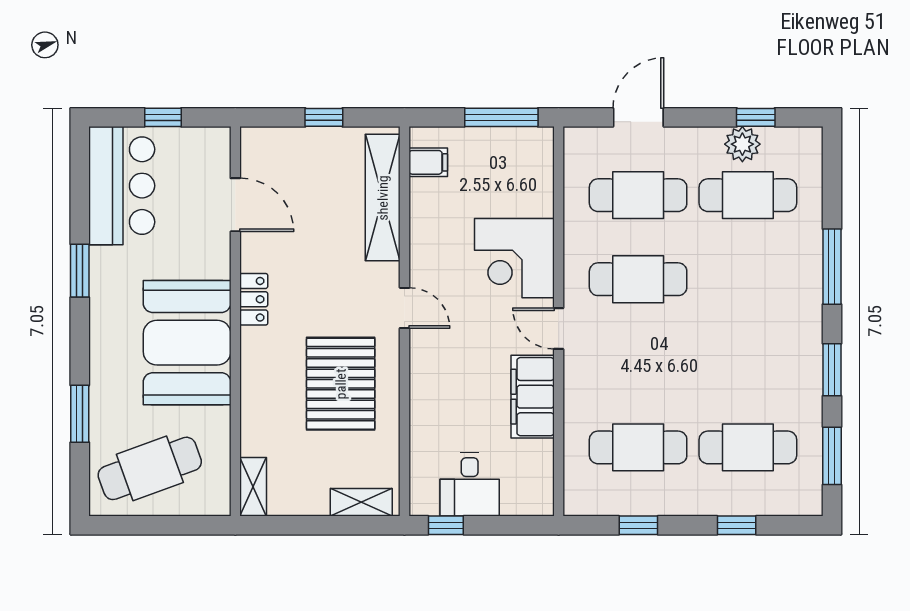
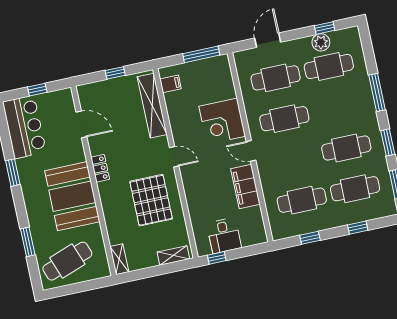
cafe table: (748, 363) -> (346, 148), added

